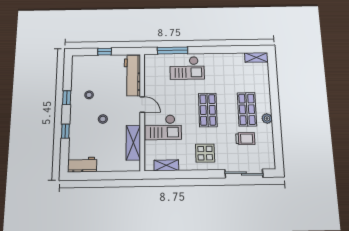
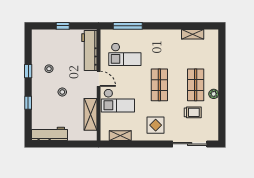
shelving: (256, 57) -> (193, 34), moved
checkout: (187, 68) -> (125, 54), moved
workbench: (82, 165) -> (49, 134), width x1.38

